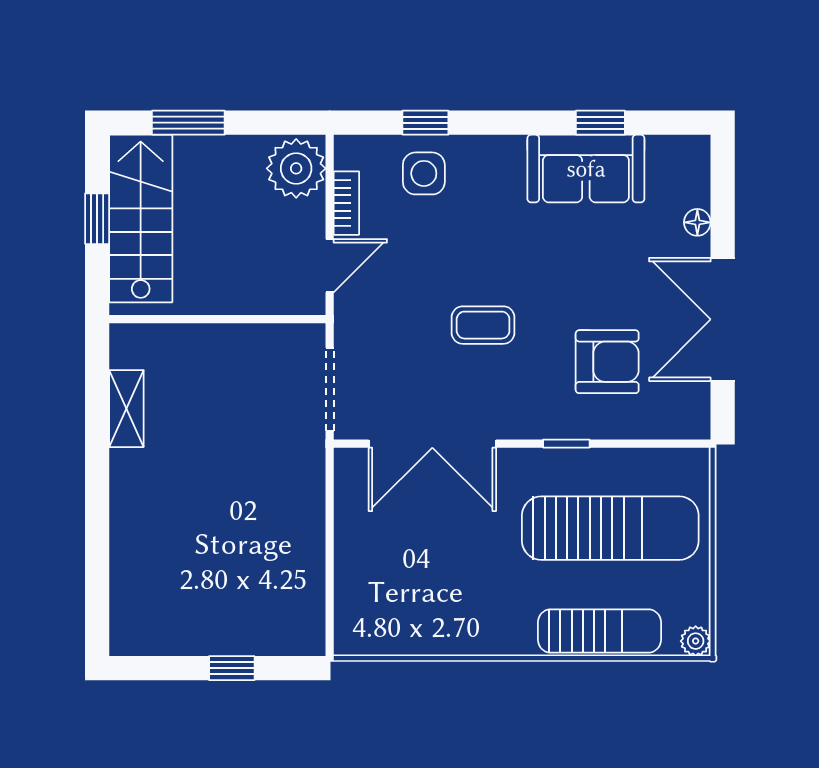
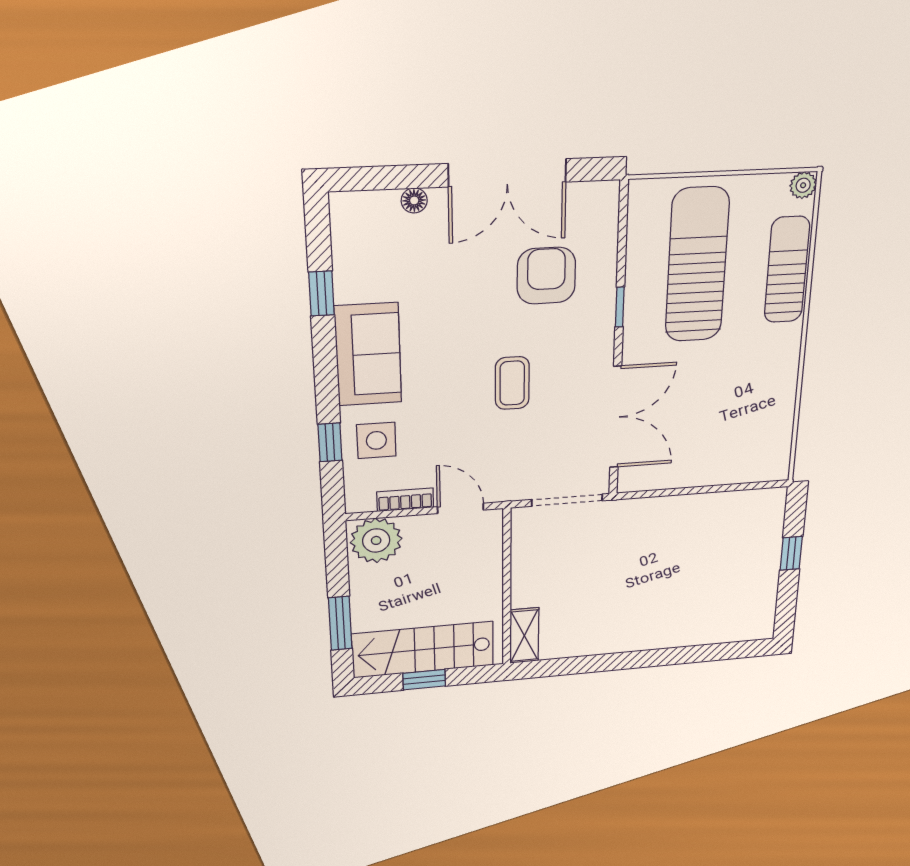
sofa: (586, 169) -> (368, 355), moved
shelving: (126, 409) -> (524, 636), moved, turned 90

